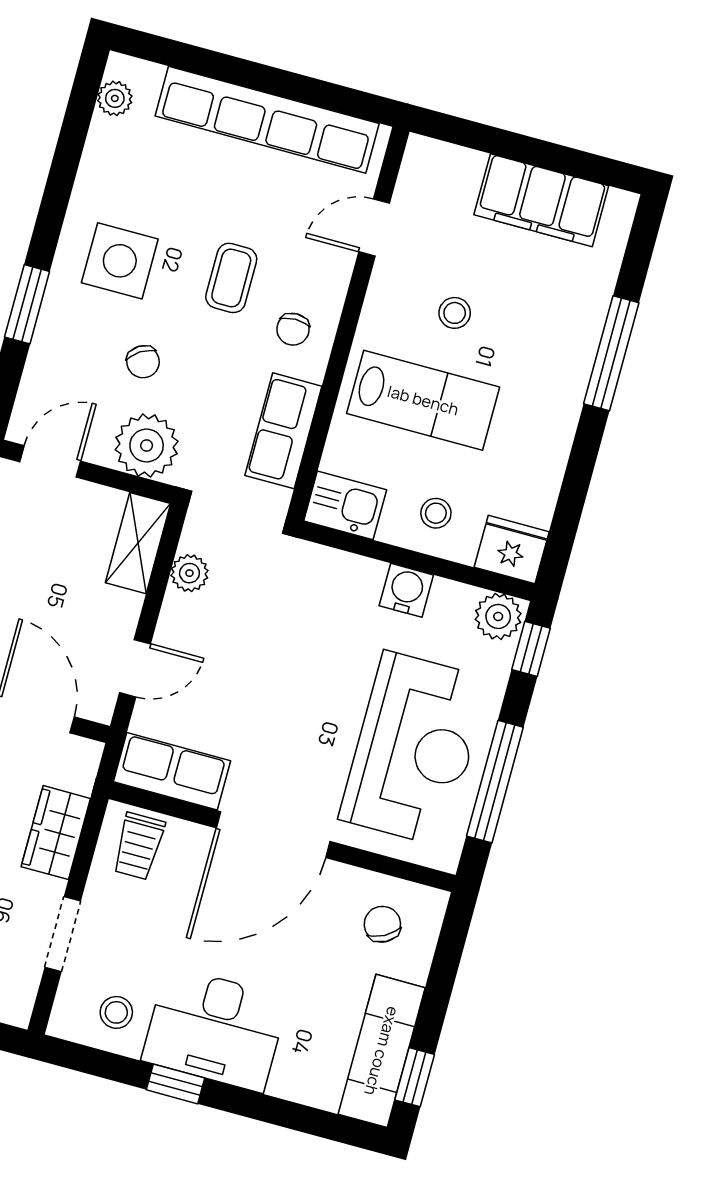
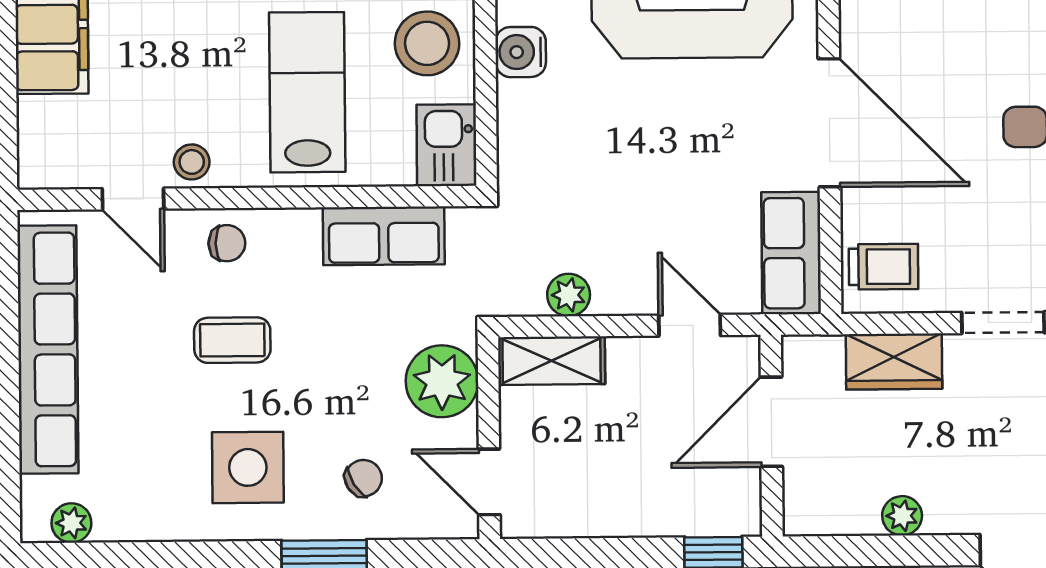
stool: (455, 313) -> (192, 162), moved
chair: (293, 329) -> (227, 243), moved
chair: (143, 362) -> (363, 478), moved
stool: (436, 513) -> (427, 43), width x1.89, depth x1.89

